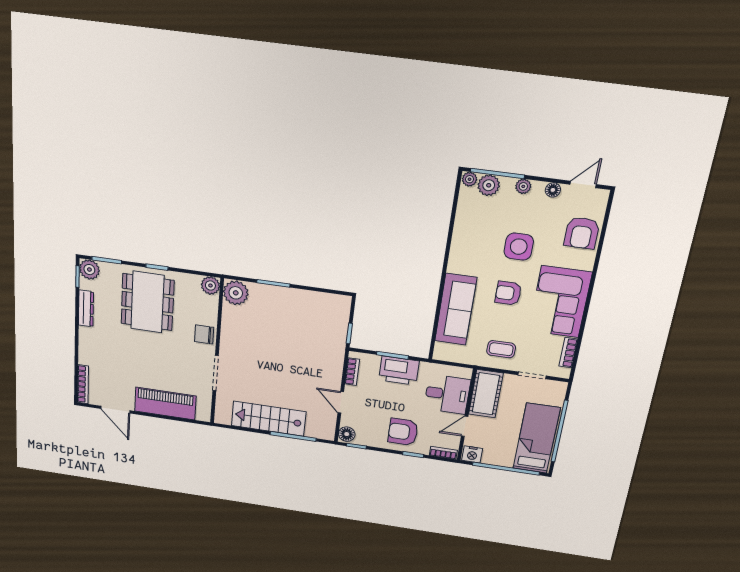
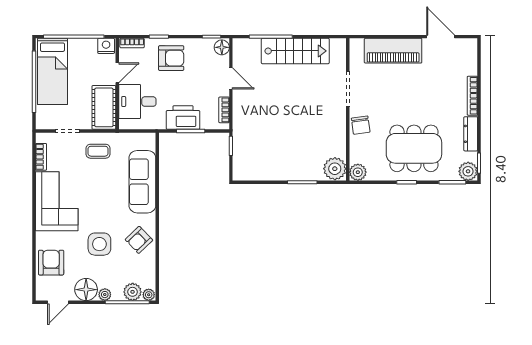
floor lamp: (553, 190) -> (86, 290), width x1.89, depth x1.89
armchair: (508, 293) -> (139, 240), moved, turned 136
dining table: (147, 302) -> (414, 148), turned 90
chair: (204, 334) -> (361, 125), turned 82
bookcase: (83, 384) -> (472, 96), moved

